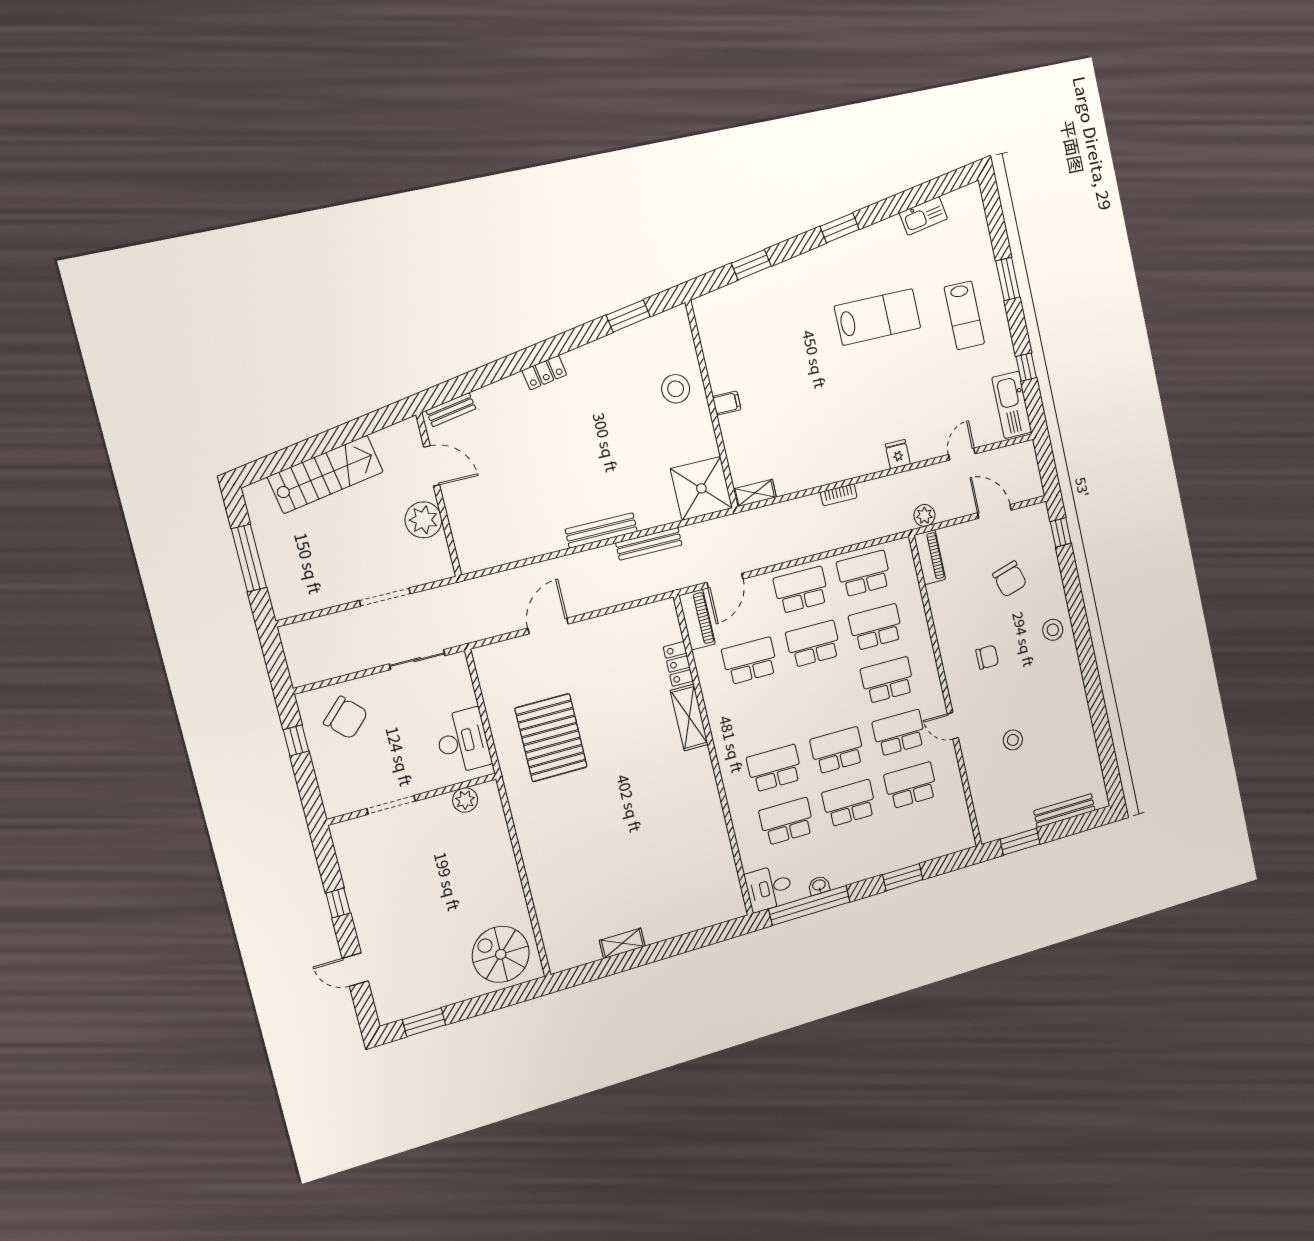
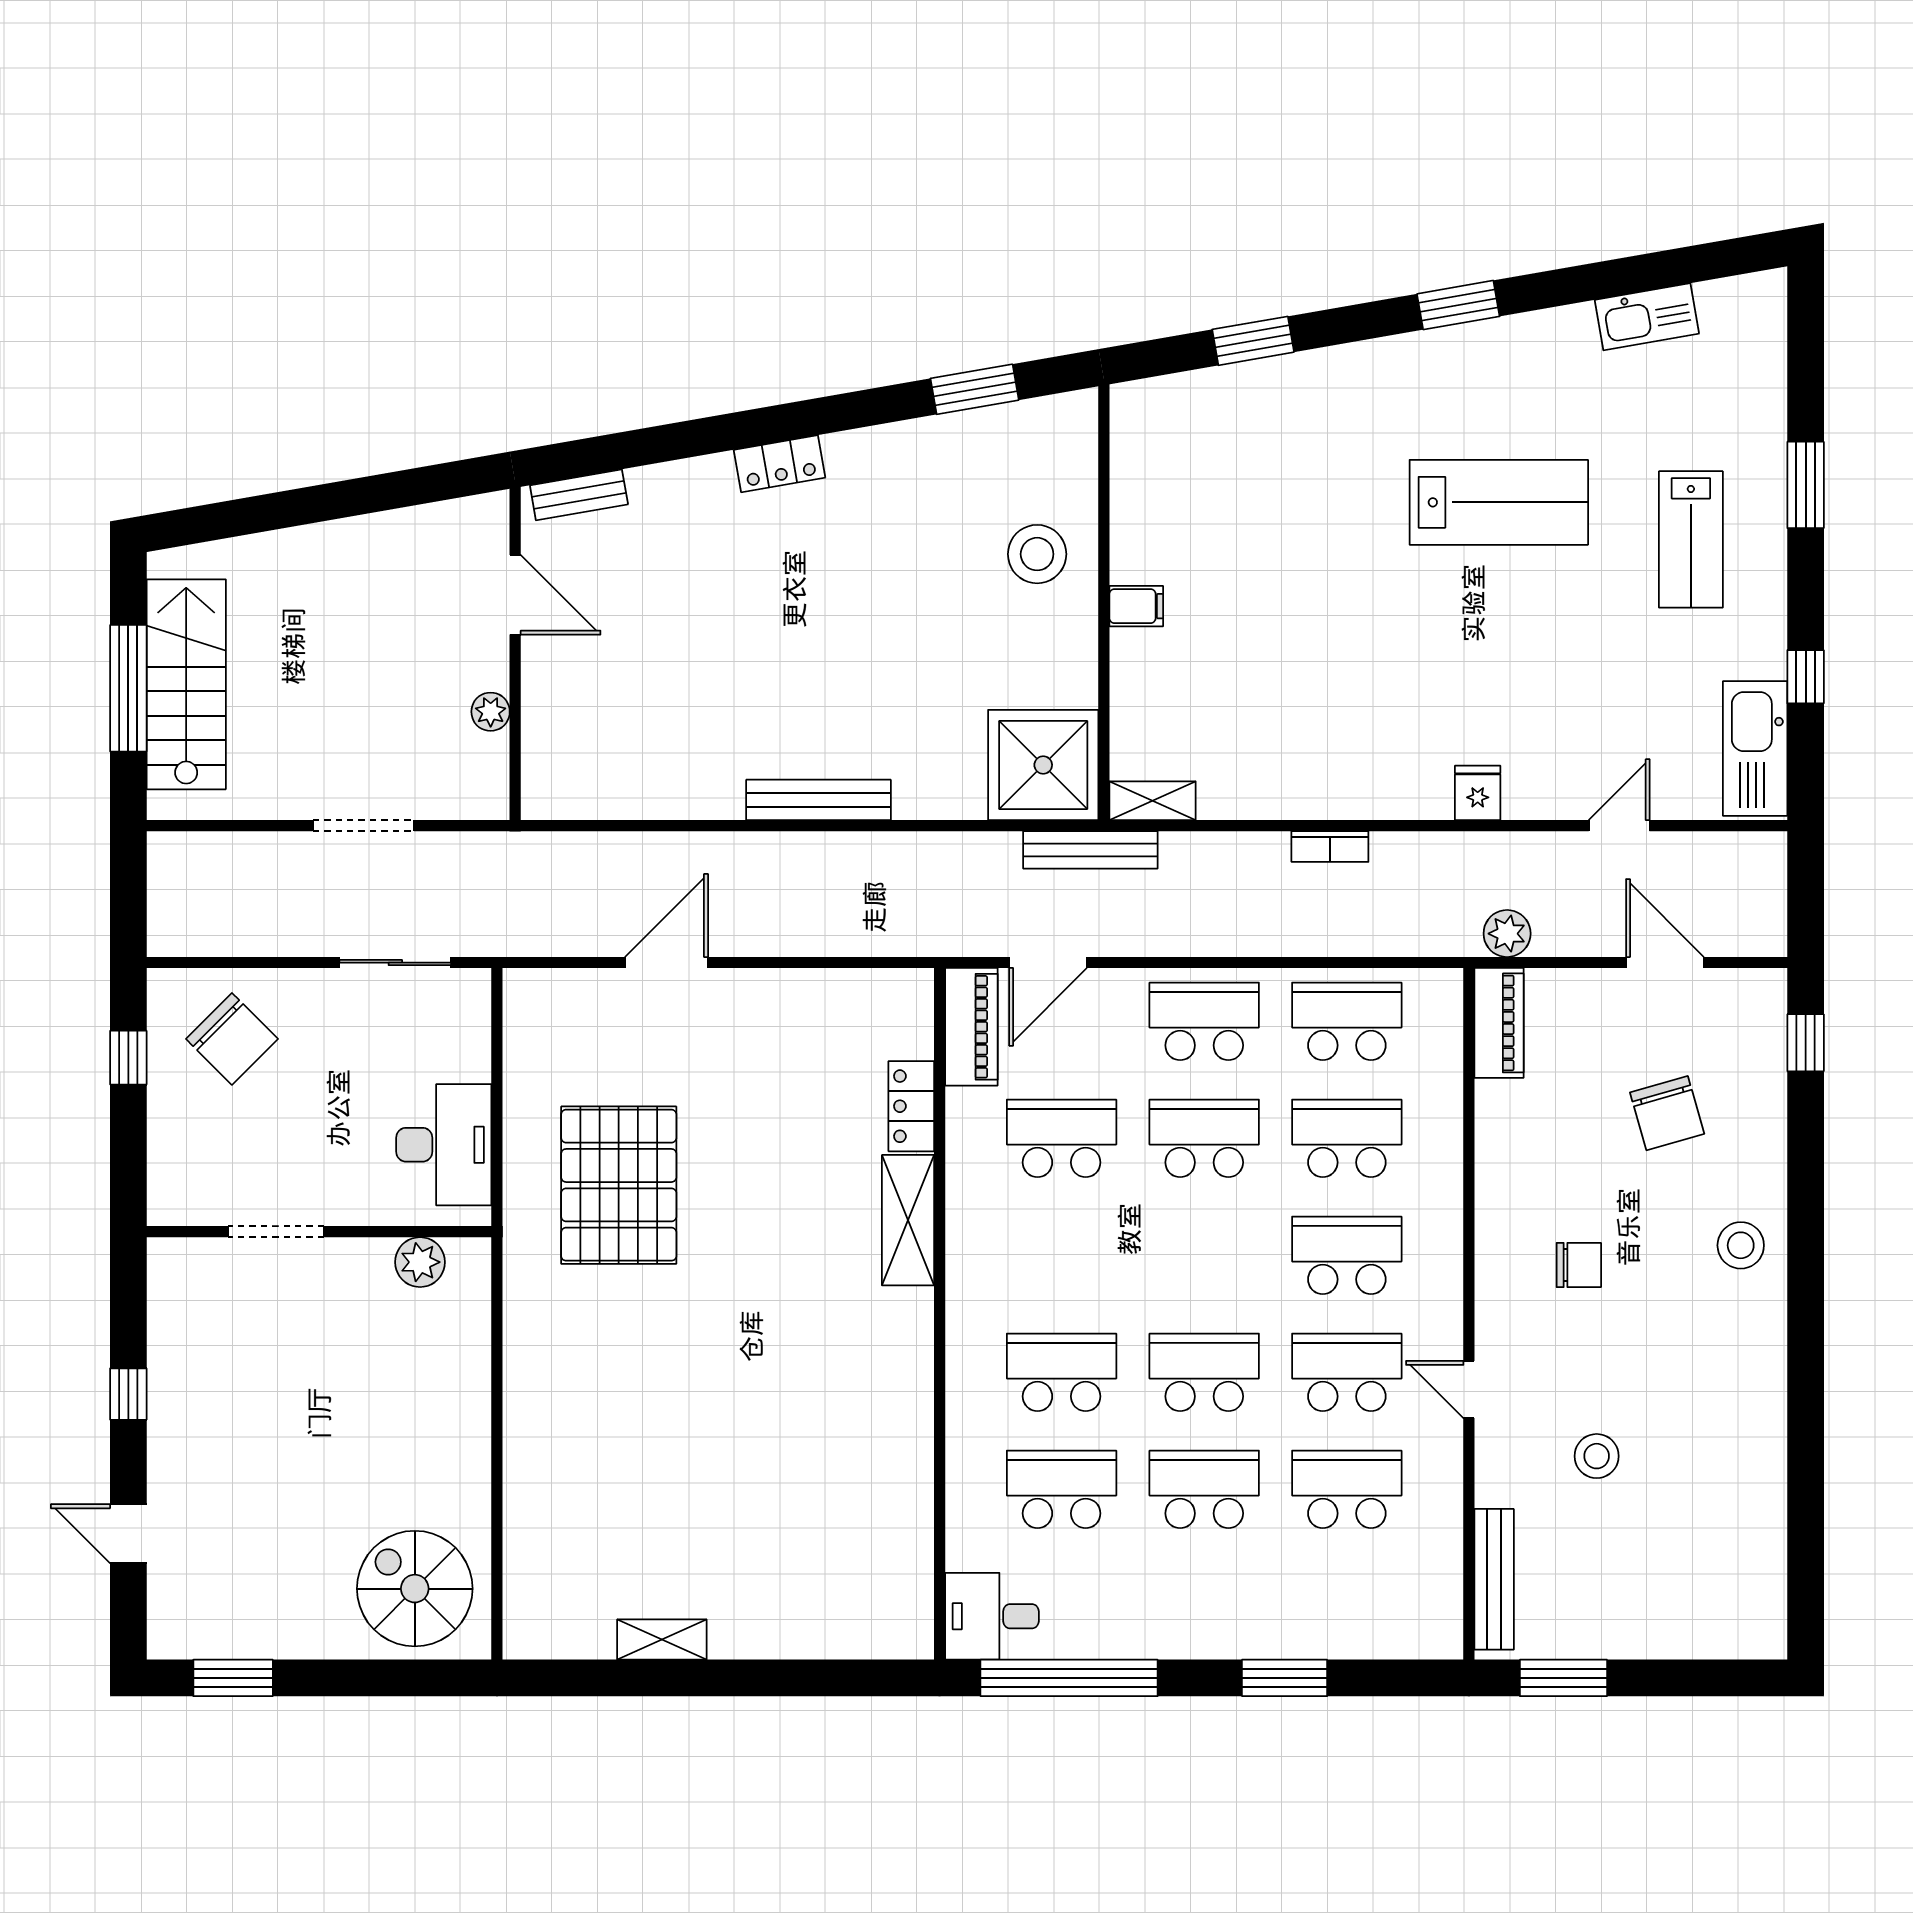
stairs: (326, 474) -> (186, 684), moved, turned -80
plant: (423, 520) -> (491, 712), width x0.53, depth x0.53
bench: (649, 544) -> (1090, 850), moved
bench: (1064, 811) -> (1494, 1579), moved, turned 90
washbasin: (819, 885) -> (1099, 1642), removed

